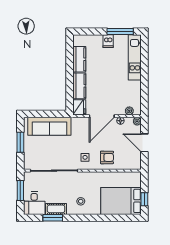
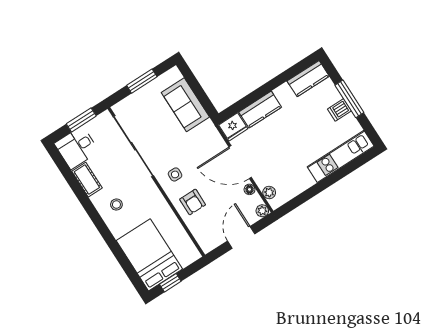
window: (120, 32) -> (349, 99), moved
kitchen counter: (79, 59) -> (308, 79), moved
sofa: (49, 126) -> (185, 105), width x0.73
window: (53, 218) -> (73, 183), removed

